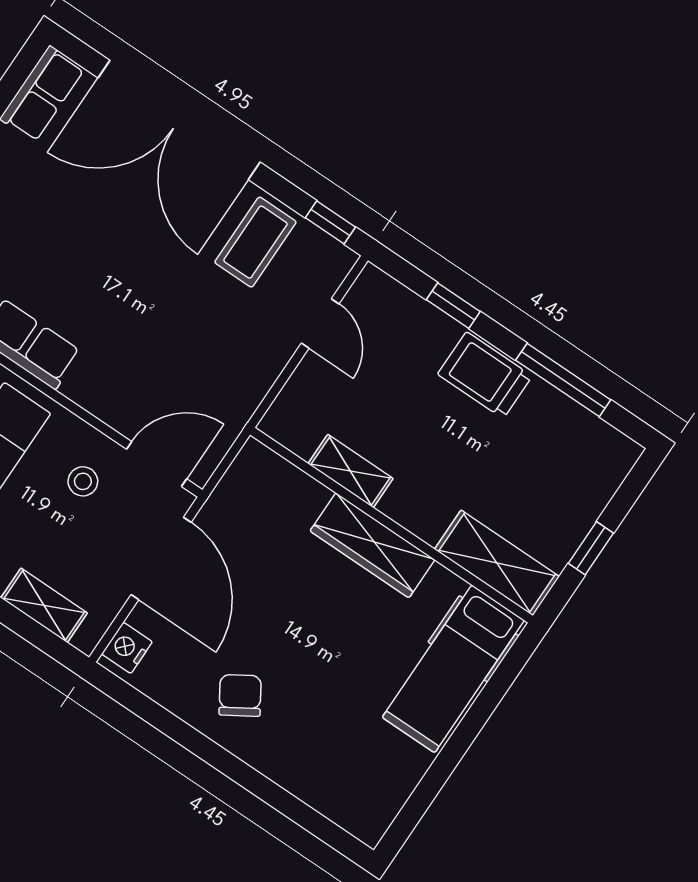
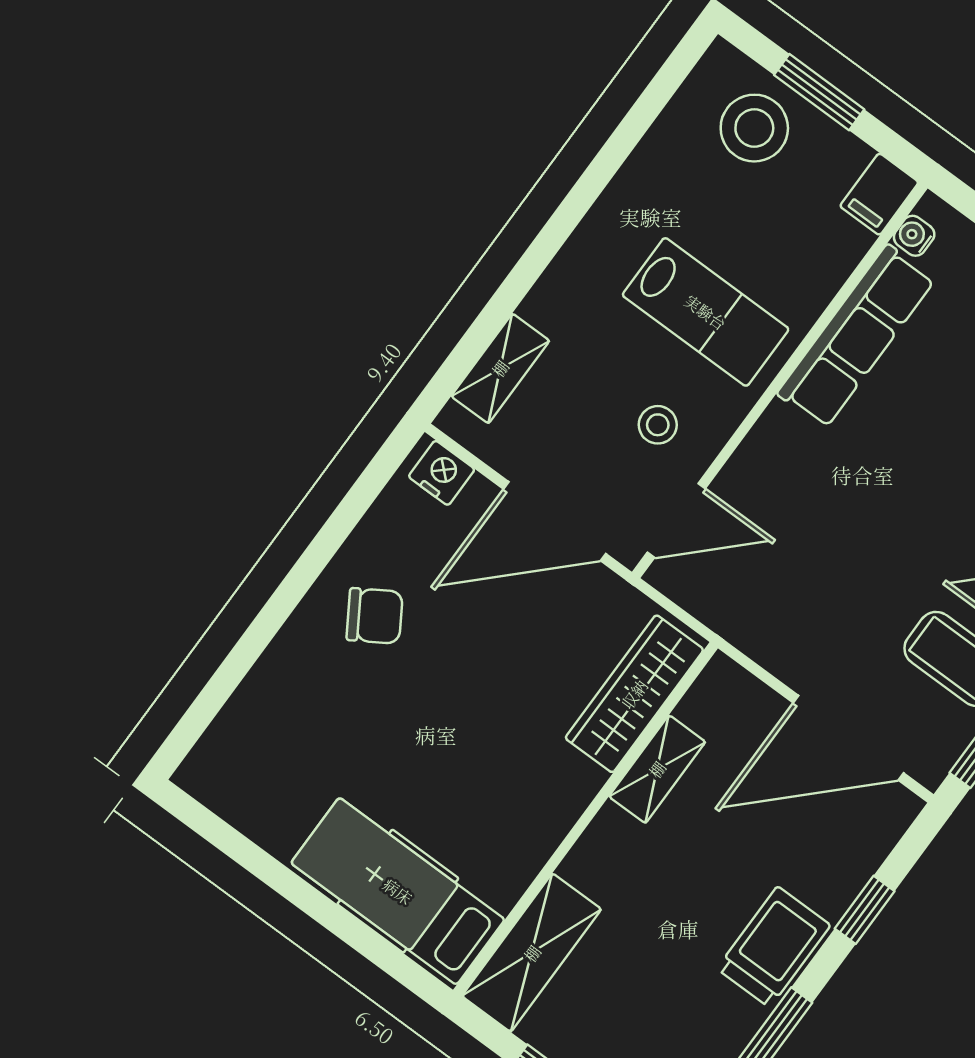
door: (320, 324) -> (848, 738), width x1.87
door: (157, 464) -> (676, 520), hinge flipped
wardrobe: (372, 545) -> (634, 694), moved

